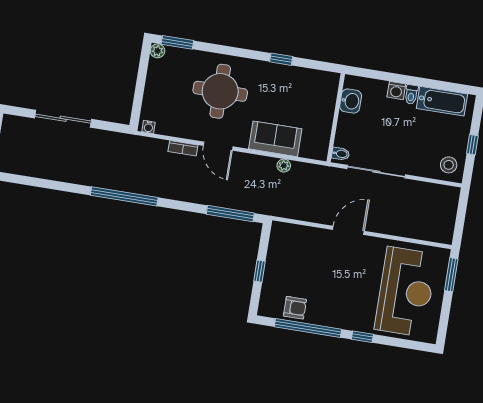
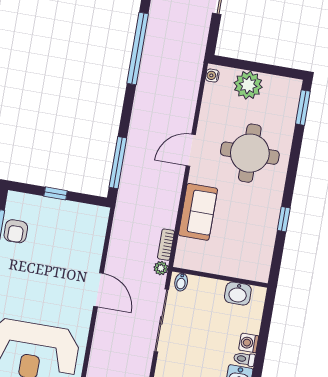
plant: (158, 51) -> (248, 85), moved, width x1.88, depth x1.88
bookcase: (183, 148) -> (166, 245), moved
plant: (284, 166) -> (161, 268), moved

